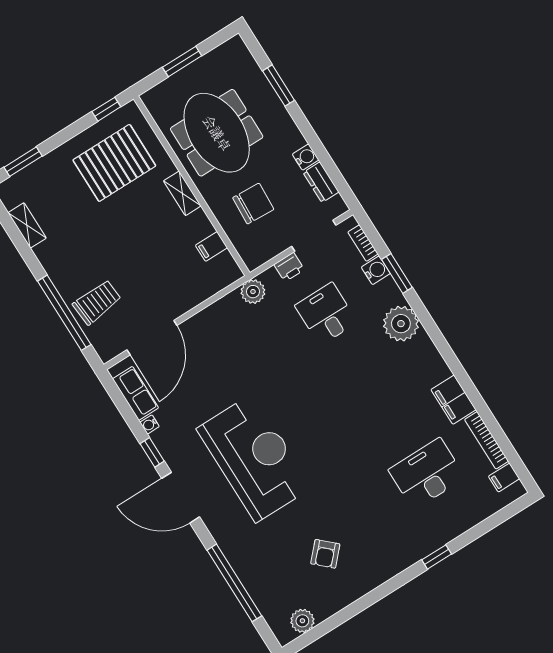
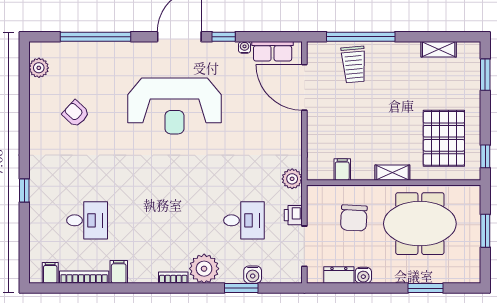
bookcase: (363, 243) -> (173, 278), moved
filing cabinet: (454, 400) -> (119, 272), width x0.50
desk: (427, 474) -> (87, 220), width x0.73

